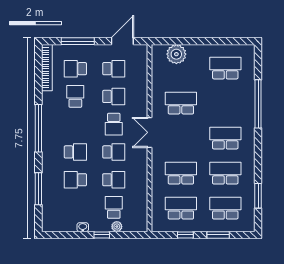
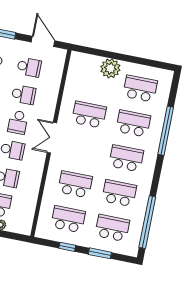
door: (122, 41) -> (43, 41), hinge flipped
plant: (176, 54) -> (110, 68), moved
school desk: (225, 103) -> (133, 123), added
window: (258, 196) -> (147, 222), width x2.11

